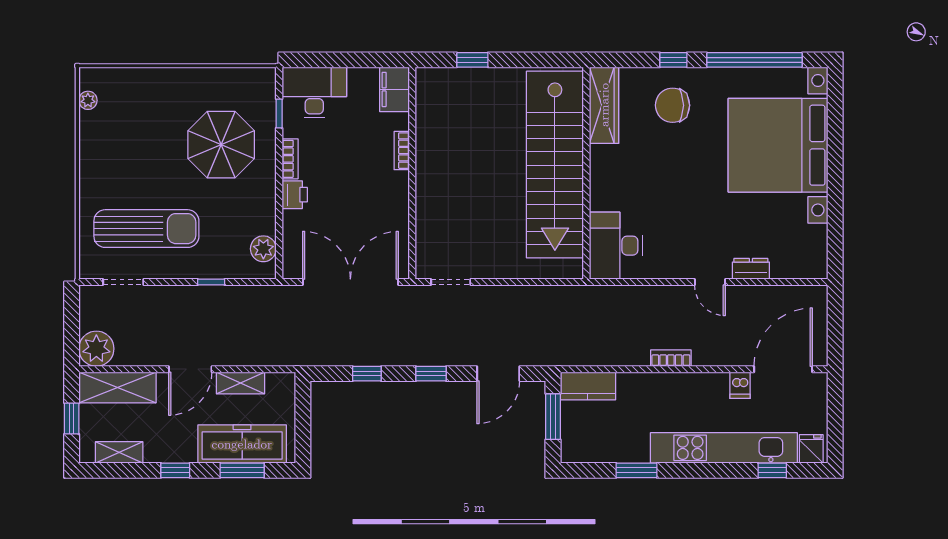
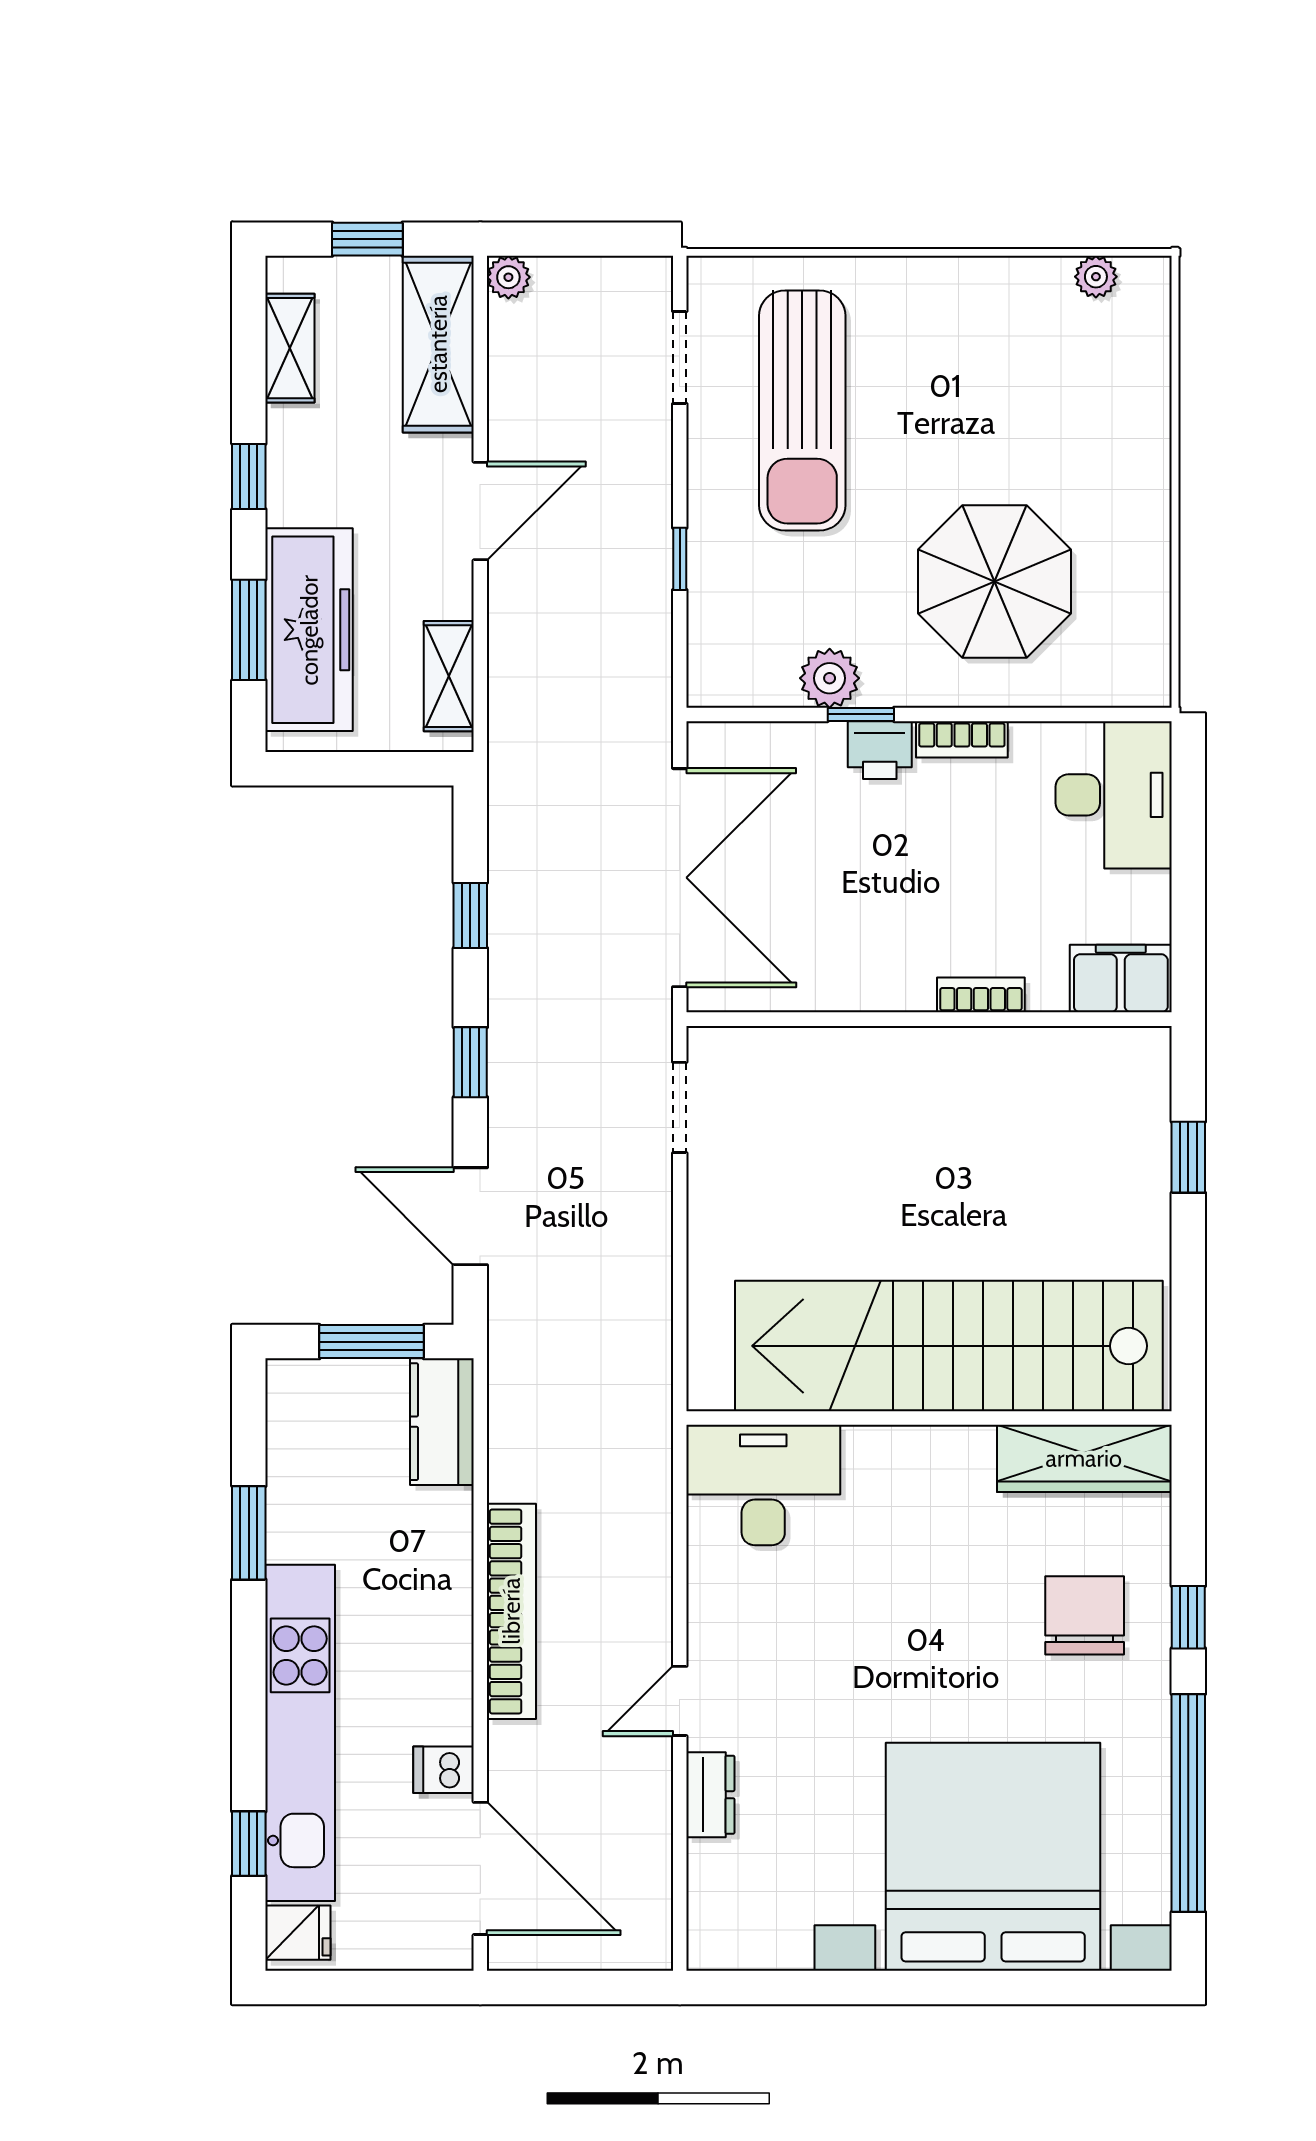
window: (279, 114) -> (861, 714), moved
plant: (263, 249) -> (830, 678), moved
plant: (96, 349) -> (508, 277), width x0.53, depth x0.53
bookcase: (671, 358) -> (511, 1611), width x2.31, depth x1.31
door: (190, 369) -> (480, 511), swing flipped
shelving: (240, 383) -> (449, 676), moved

